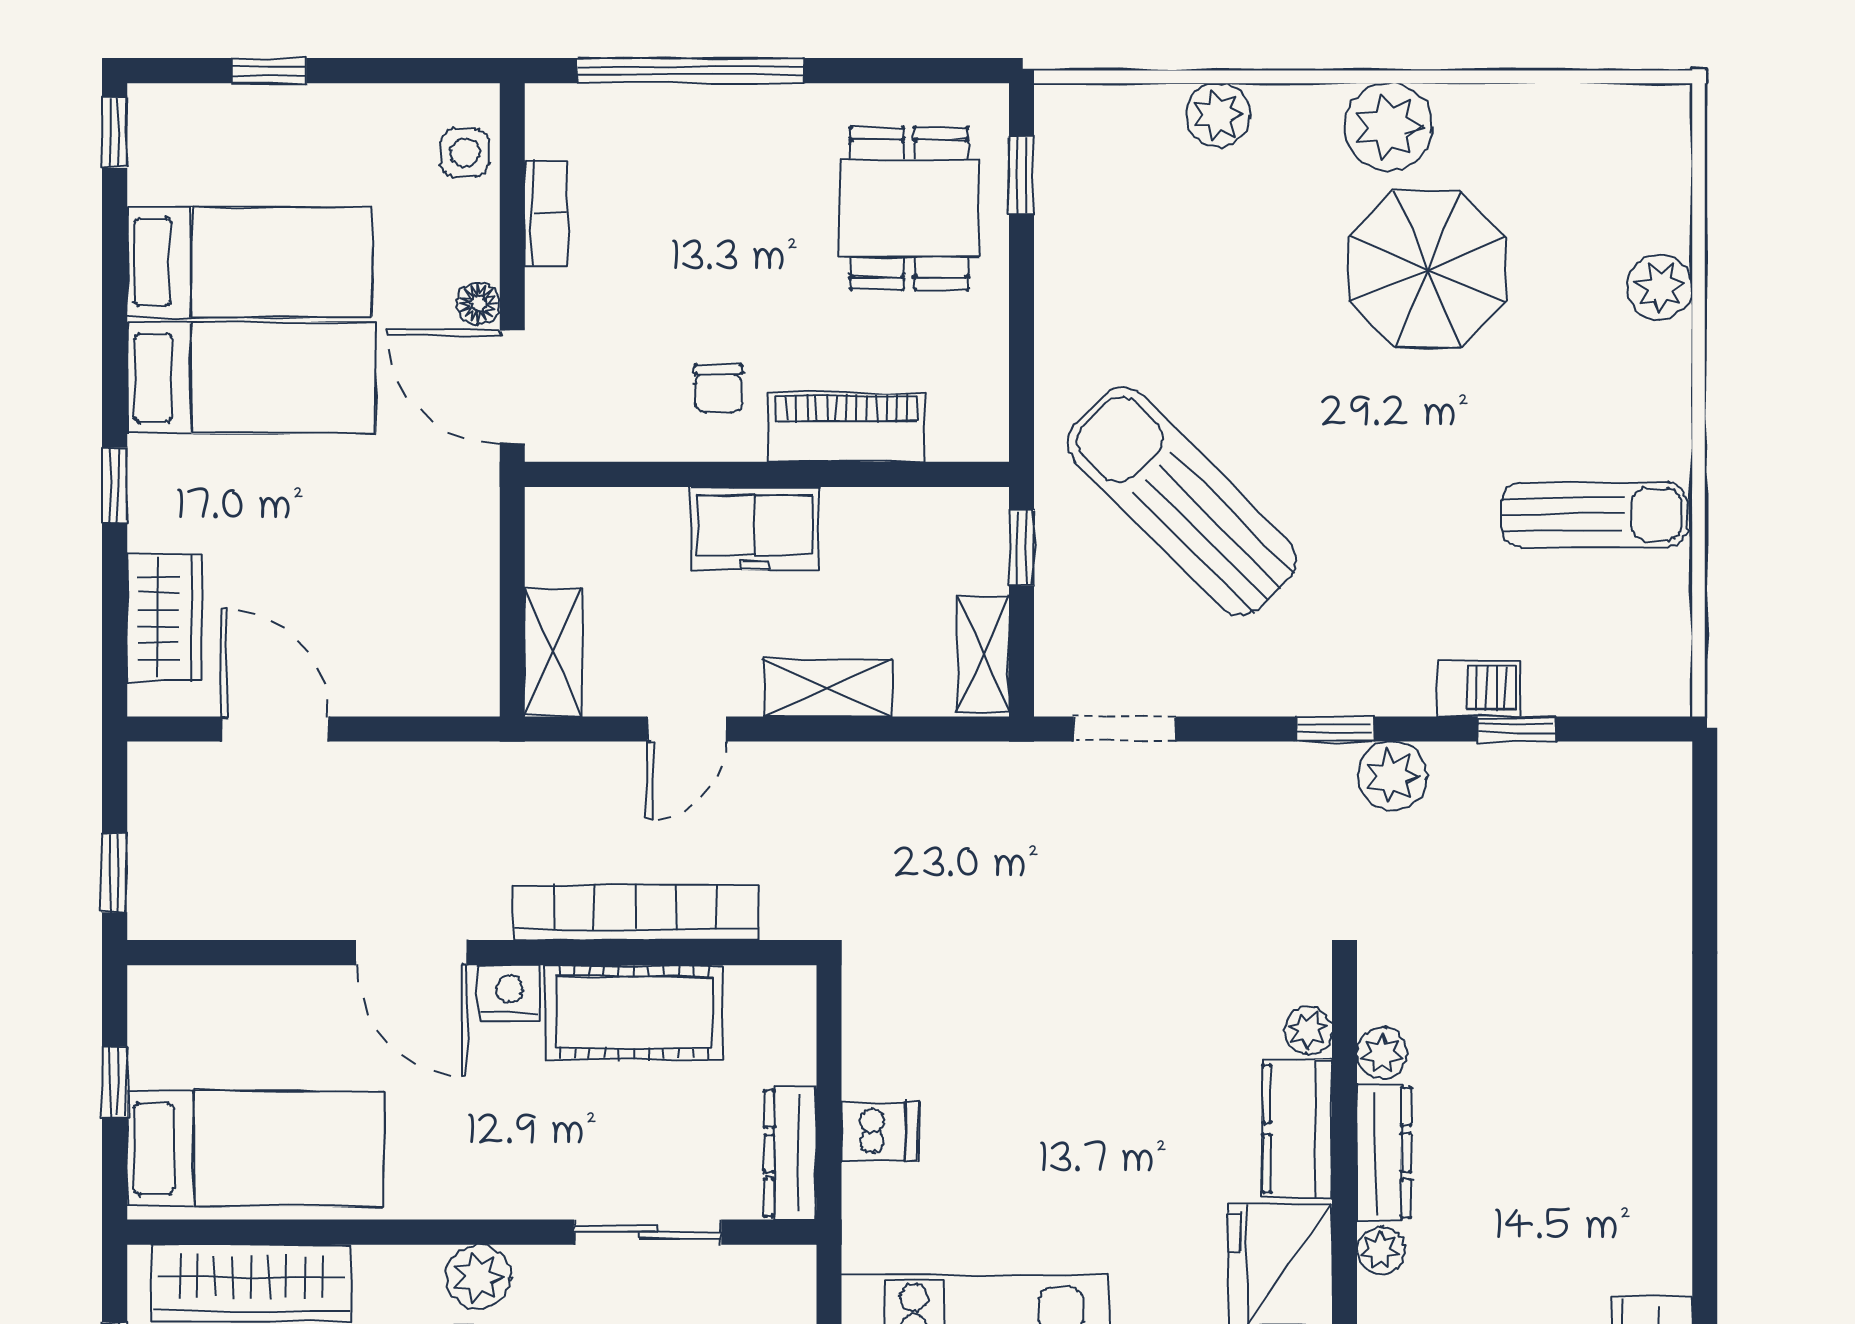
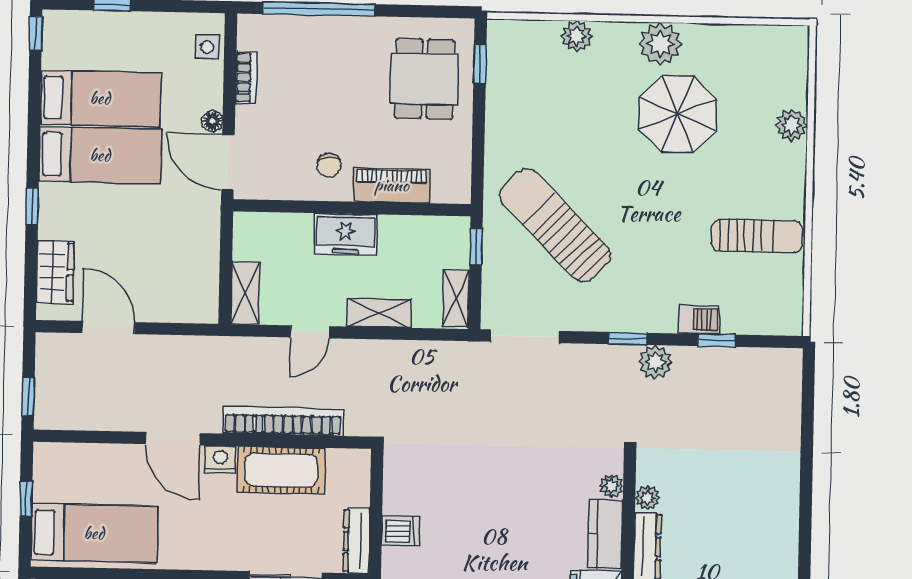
doorway: (1125, 729) -> (525, 336), width x1.38

